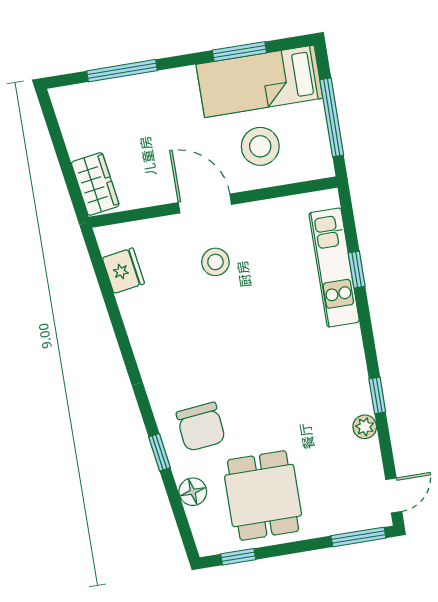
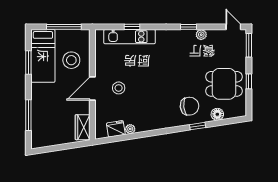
wardrobe: (95, 184) -> (83, 127), moved, turned -81
plant: (128, 303) -> (130, 129), added
window: (238, 557) -> (249, 81), moved

